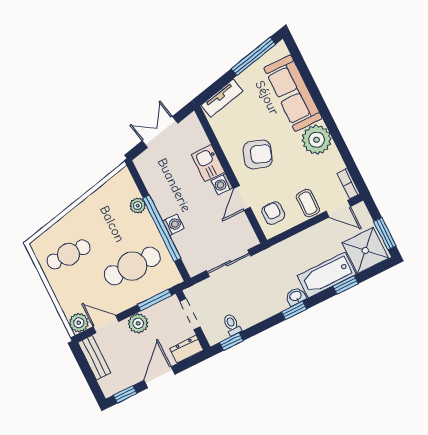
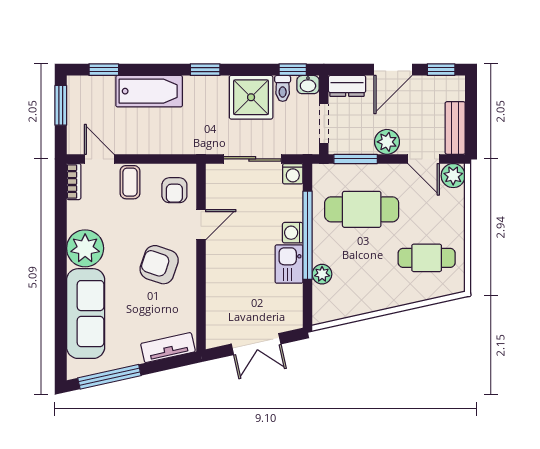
kitchen sink: (208, 163) -> (289, 264), moved, turned 180
washing machine: (222, 184) -> (293, 174), moved, turned 90
shower: (365, 250) -> (251, 97), moved
window: (345, 285) -> (104, 70), moved
washbasin: (296, 296) -> (308, 85), moved

